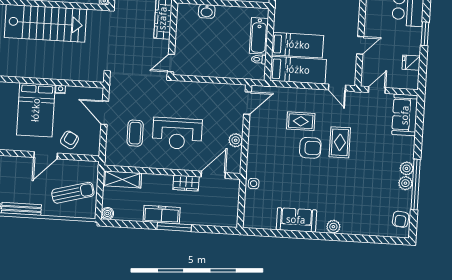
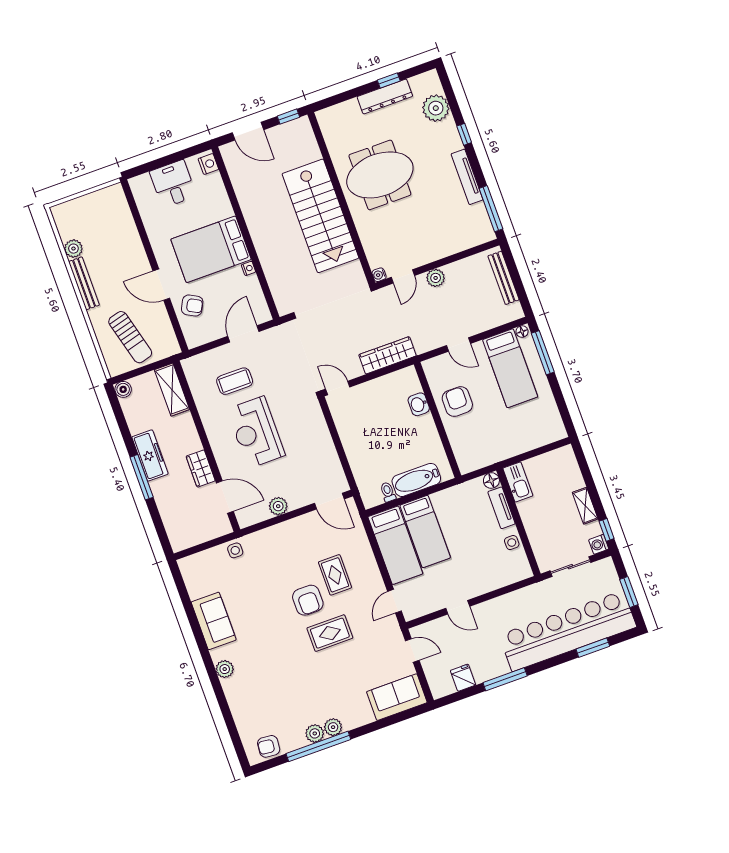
window: (425, 34) -> (505, 679), width x1.44

